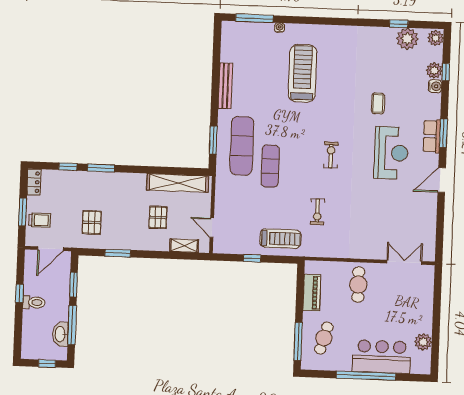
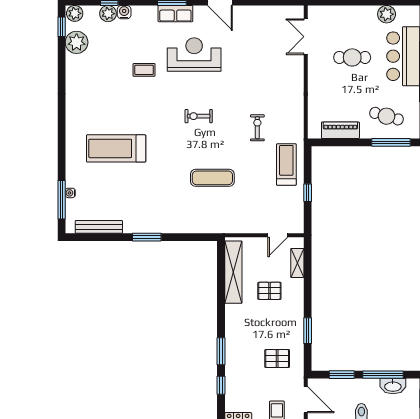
window: (399, 24) -> (62, 27), moved
water cooler: (280, 28) -> (70, 193), moved
bench: (225, 86) -> (99, 227), moved
window: (213, 140) -> (147, 237), moved
exercise mat: (242, 146) -> (193, 208), removed
exercise bike: (317, 212) -> (257, 128), turned -90
cafe table: (358, 285) -> (352, 57), moved

